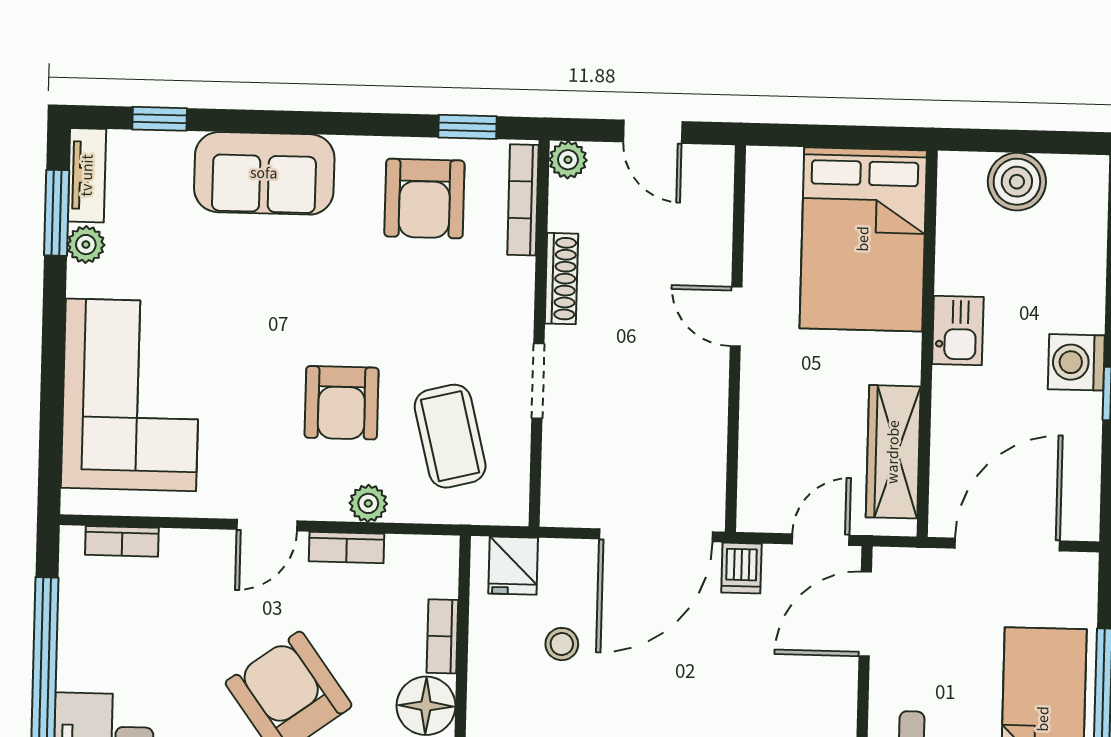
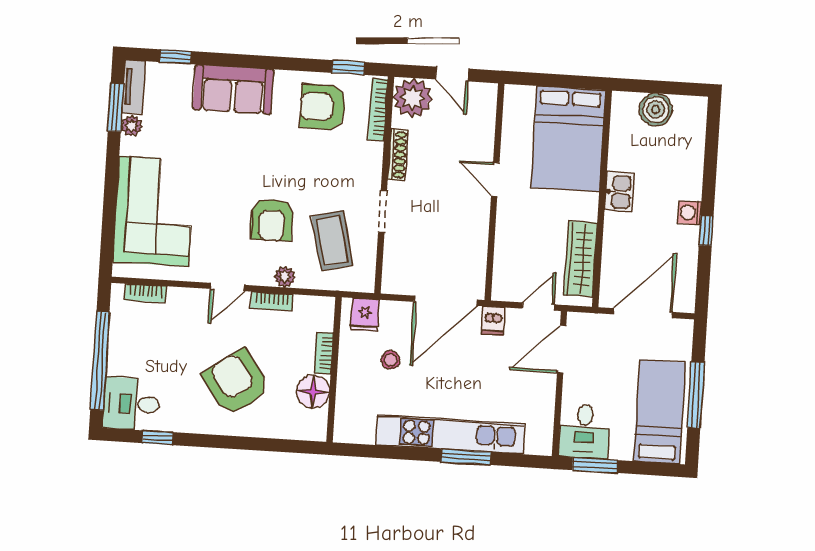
plant: (568, 160) -> (413, 98), width x1.88, depth x1.88
armchair: (424, 199) -> (323, 107), turned 90
washing machine: (1076, 362) -> (690, 213), width x0.73, depth x0.73

